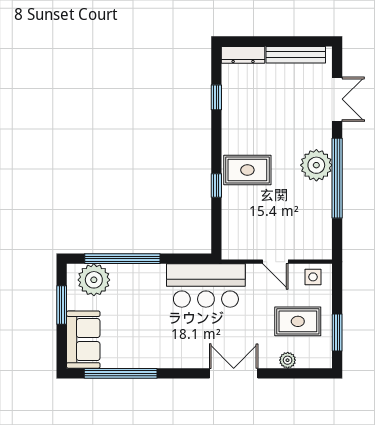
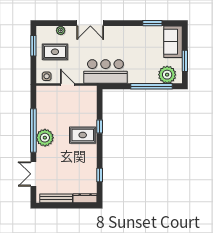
window: (121, 373) -> (152, 23), width x0.47

